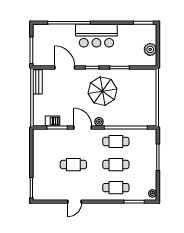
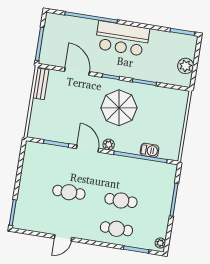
barbecue: (52, 121) -> (149, 150), moved
cafe table: (116, 141) -> (125, 172), removed

